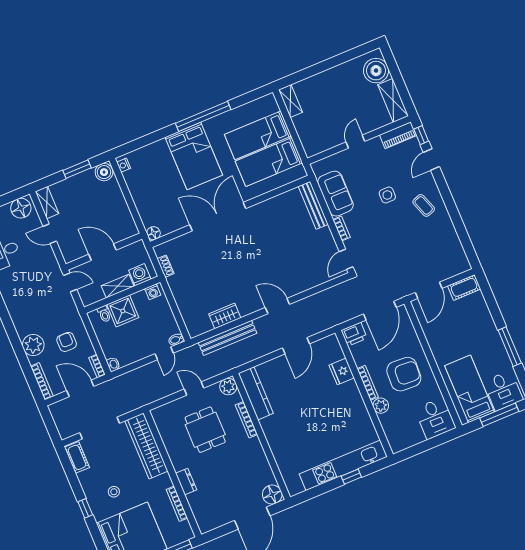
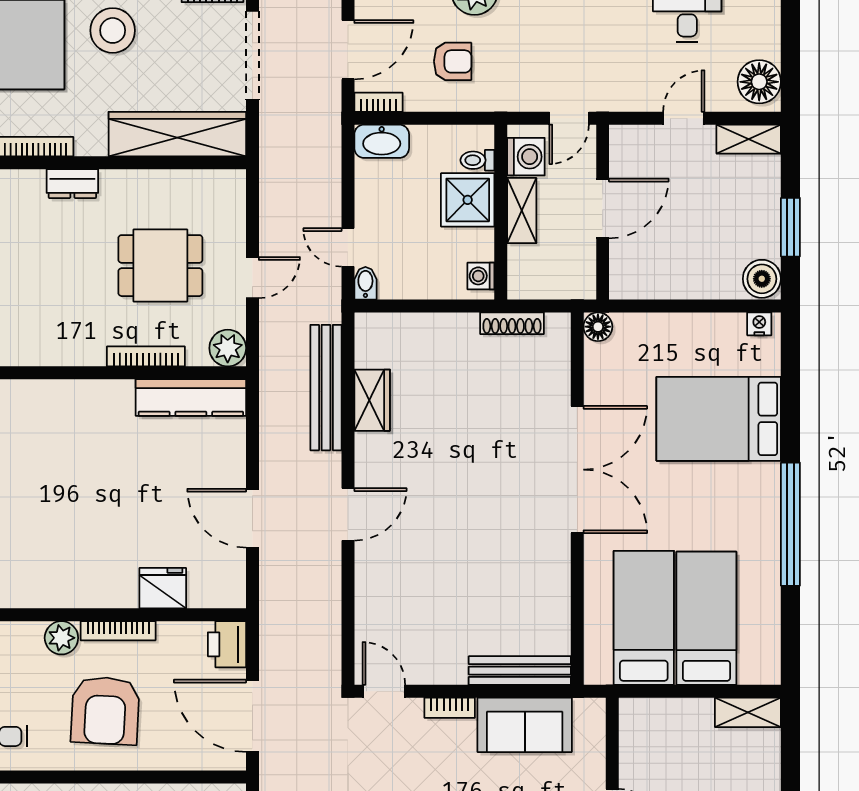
bed: (194, 156) -> (719, 419), moved
shoe rack: (166, 266) -> (512, 323), width x1.43
washing machine: (140, 275) -> (526, 157), moved
washbasin: (113, 364) -> (382, 141), width x1.91, depth x1.45
stool: (114, 492) -> (113, 30), width x1.89, depth x1.89

